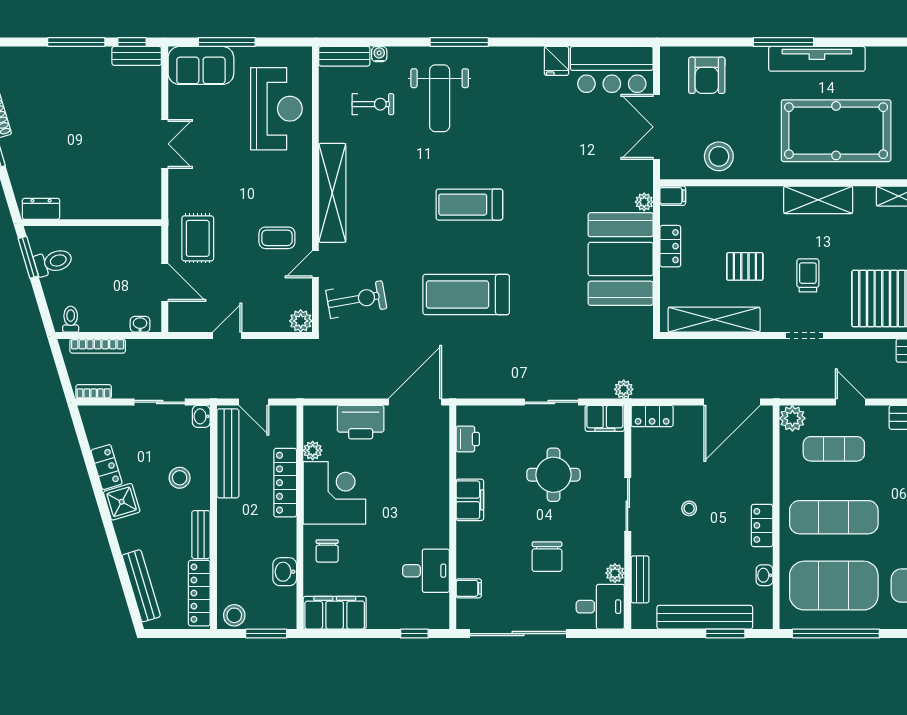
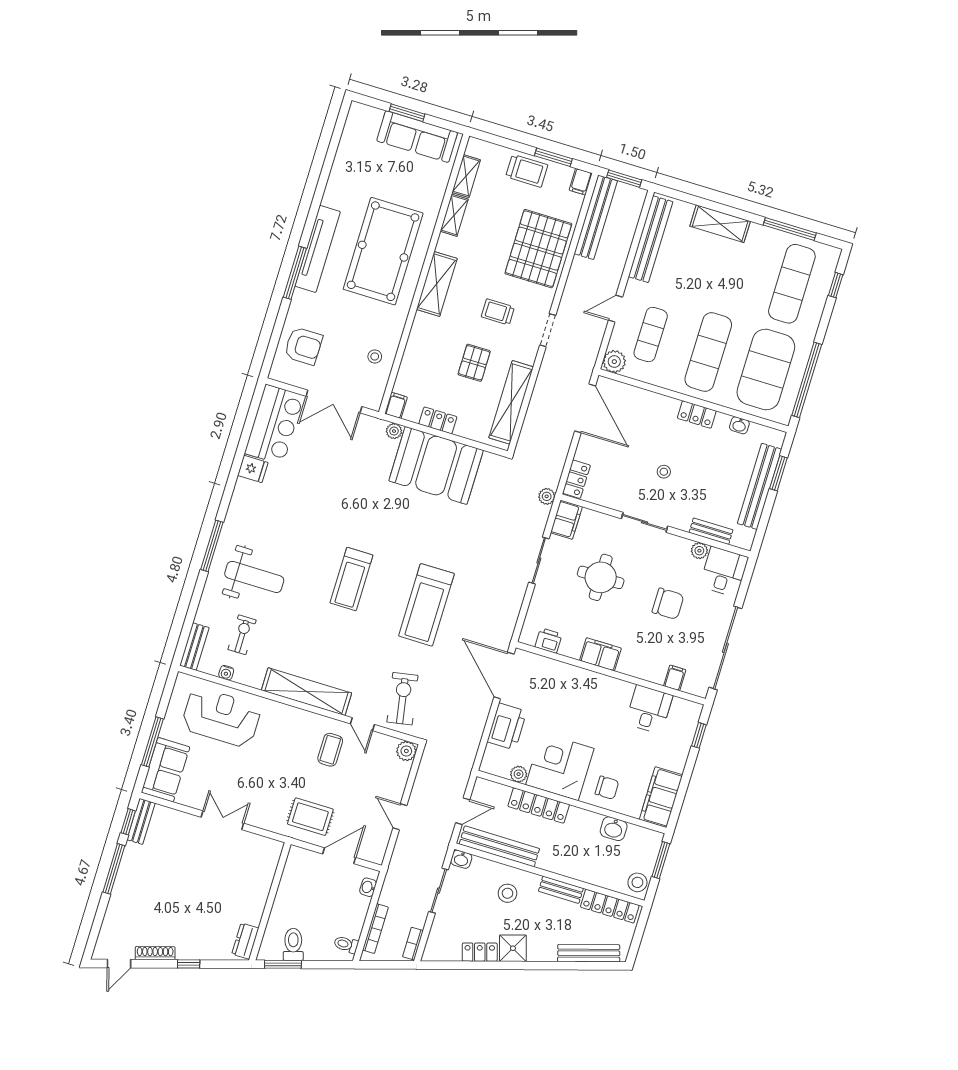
water cooler: (379, 54) -> (226, 673), moved, turned -90
stool: (719, 156) -> (375, 356), width x0.53, depth x0.53

